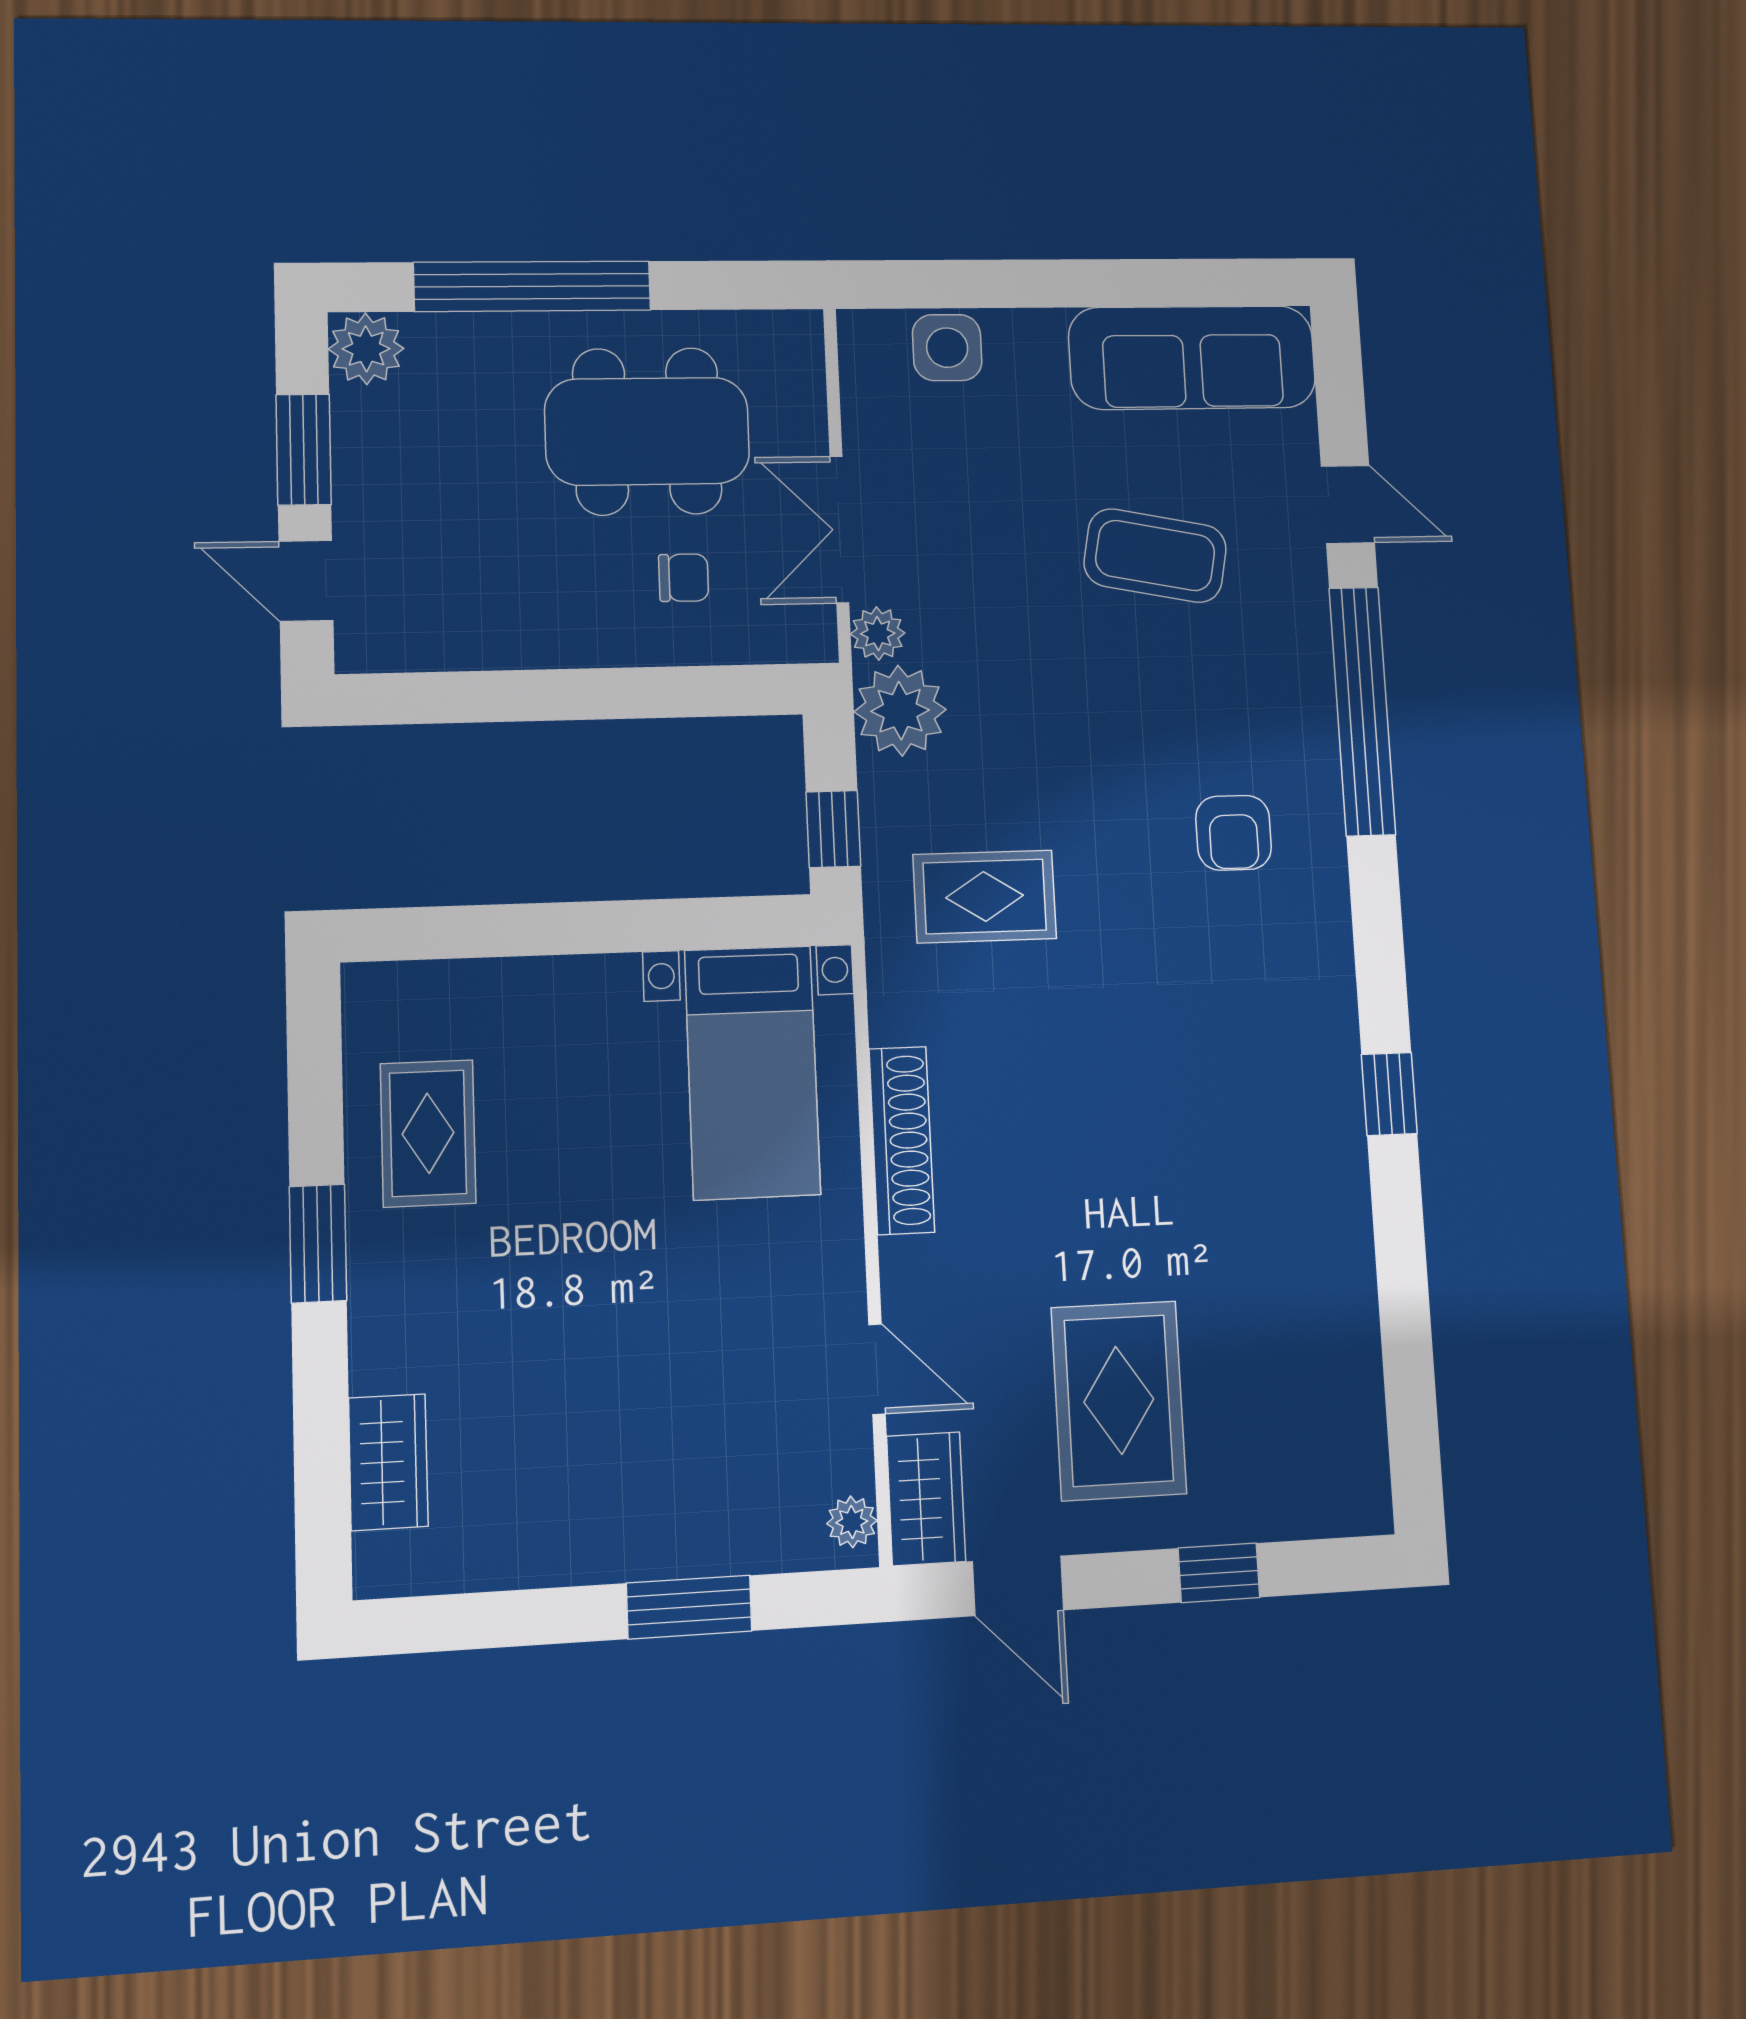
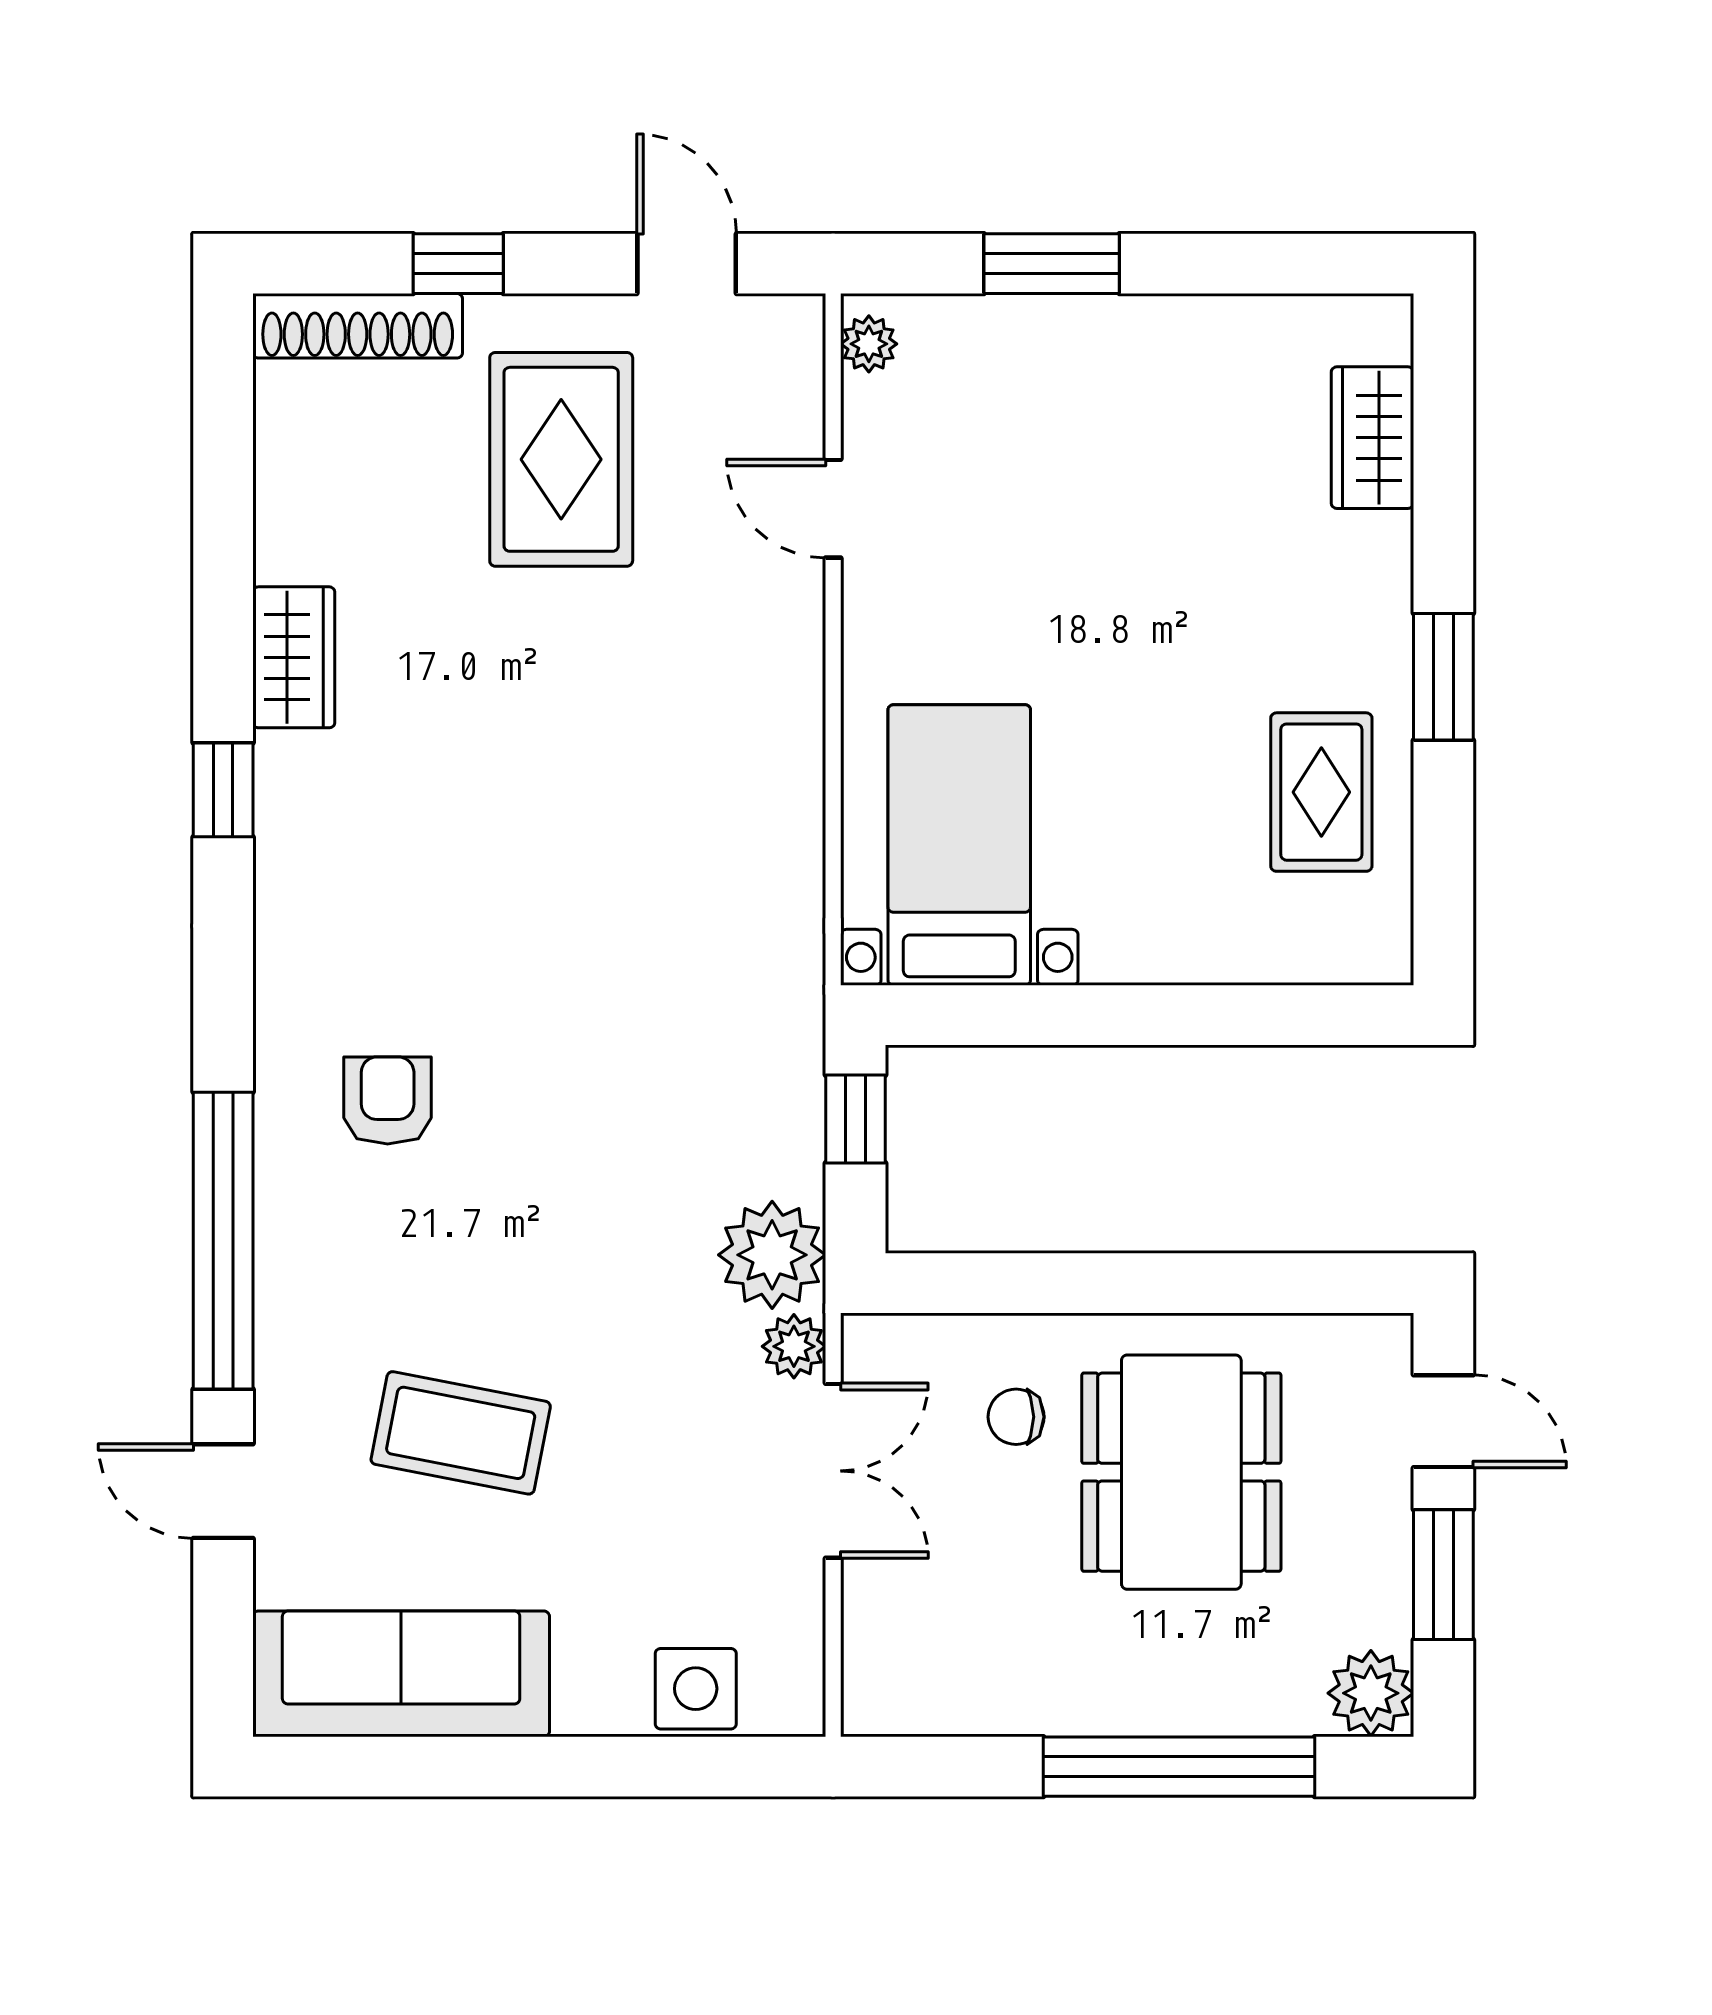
dining table: (647, 431) -> (1181, 1472), moved, turned 90
rug: (985, 897) -> (684, 1035), removed
shoe rack: (902, 1140) -> (358, 326), moved, turned -90
wardrobe: (926, 1499) -> (294, 657), moved, turned 180

